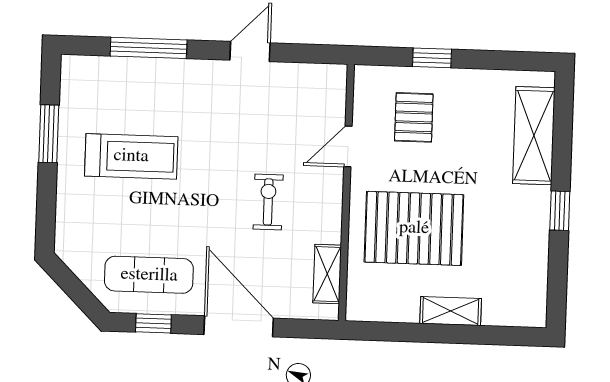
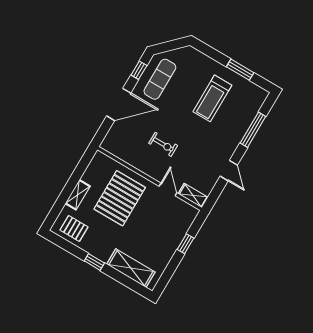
pallet: (414, 117) -> (74, 228), moved
shelving: (327, 274) -> (193, 196), moved

